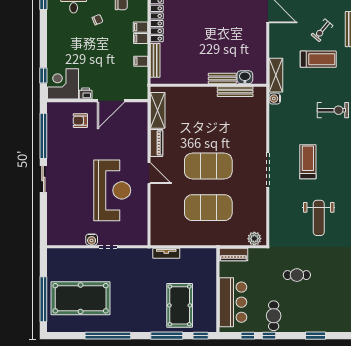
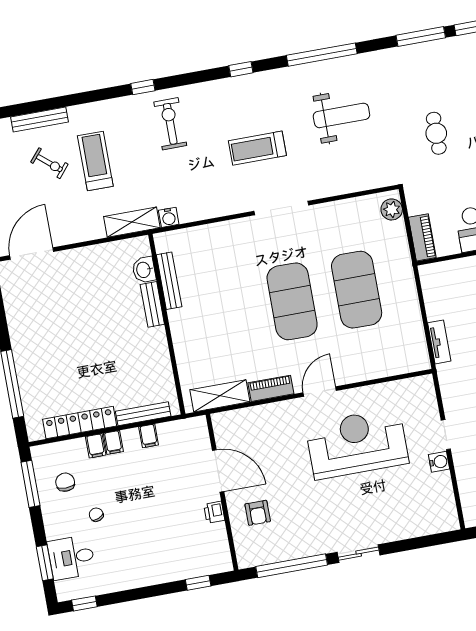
corner desk: (63, 84) -> (206, 550), removed

